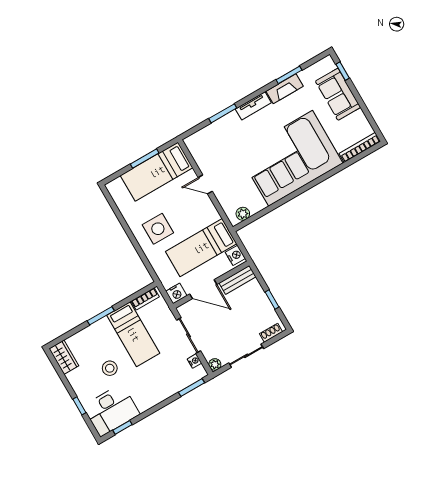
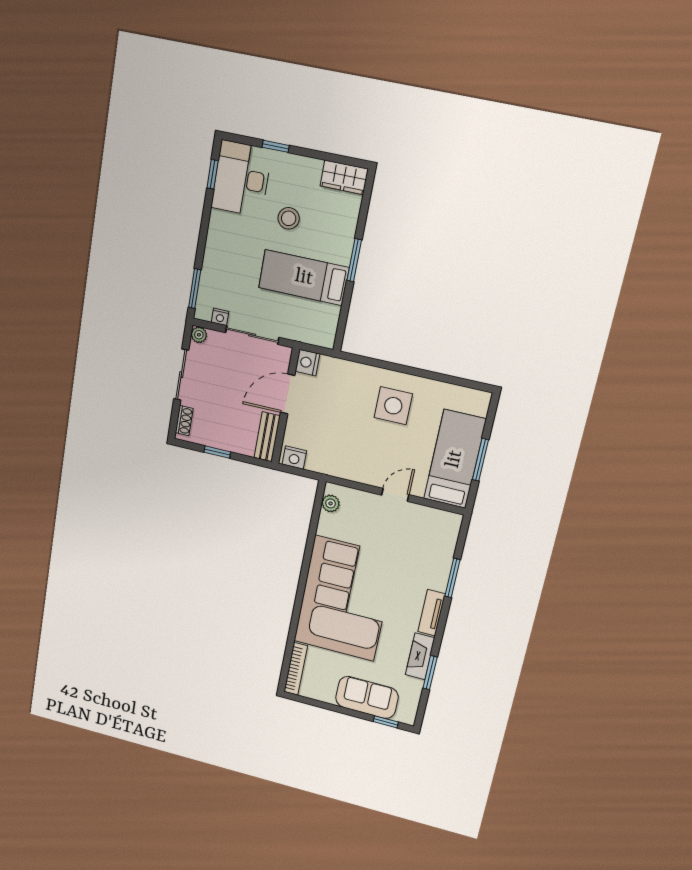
bed: (201, 248) -> (333, 431), removed
bookcase: (145, 299) -> (330, 325), removed

